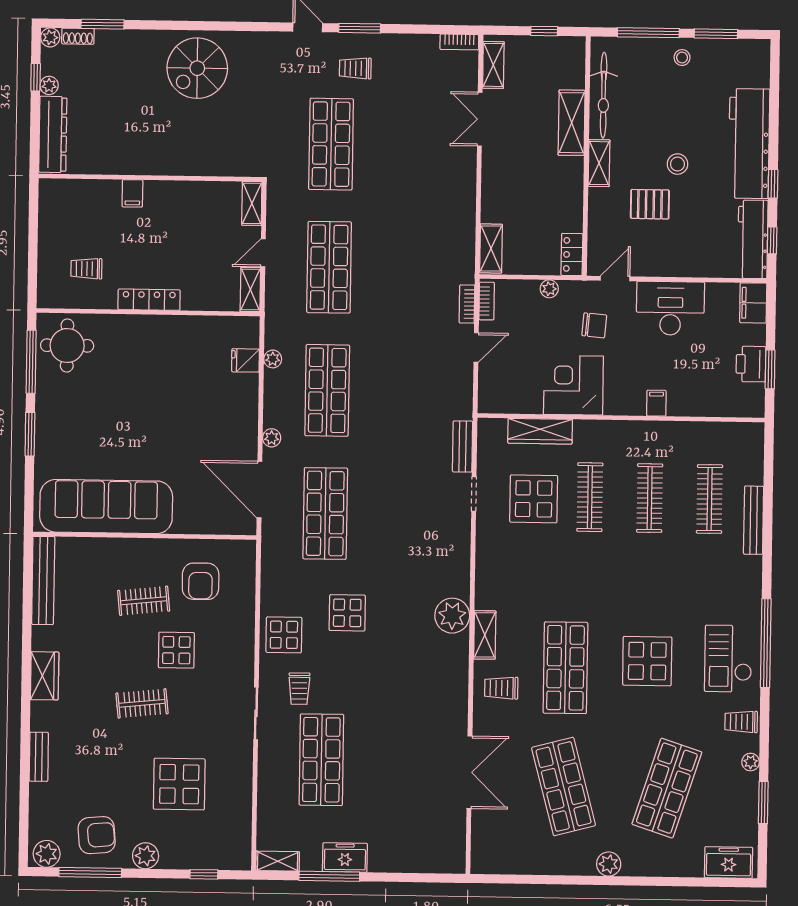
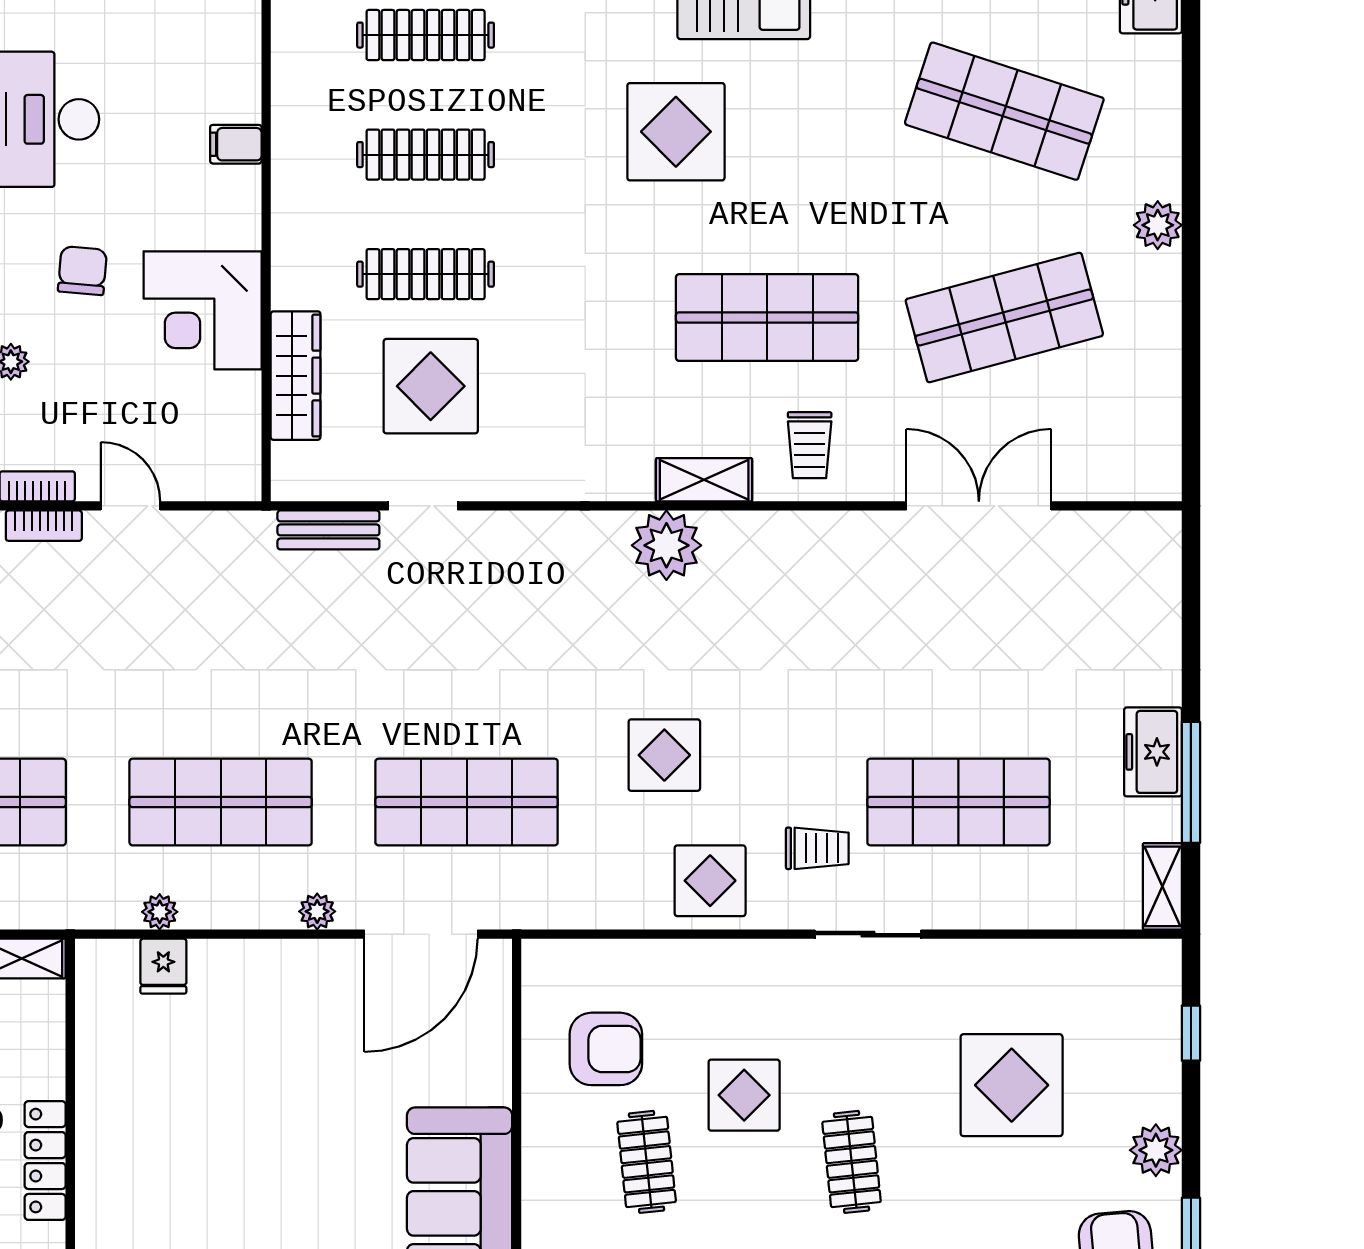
display table: (647, 661) -> (676, 132), moved

